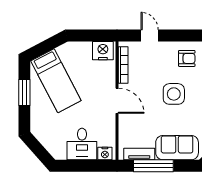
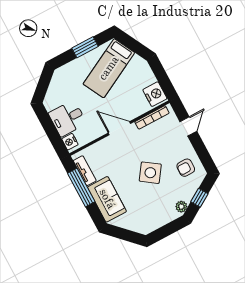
armchair: (187, 58) -> (186, 168), turned 90
side table: (174, 94) -> (150, 173), turned 35
door: (117, 101) -> (119, 128), swing flipped

